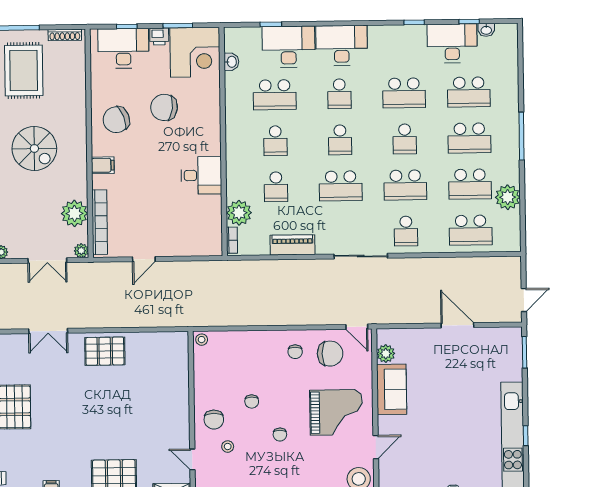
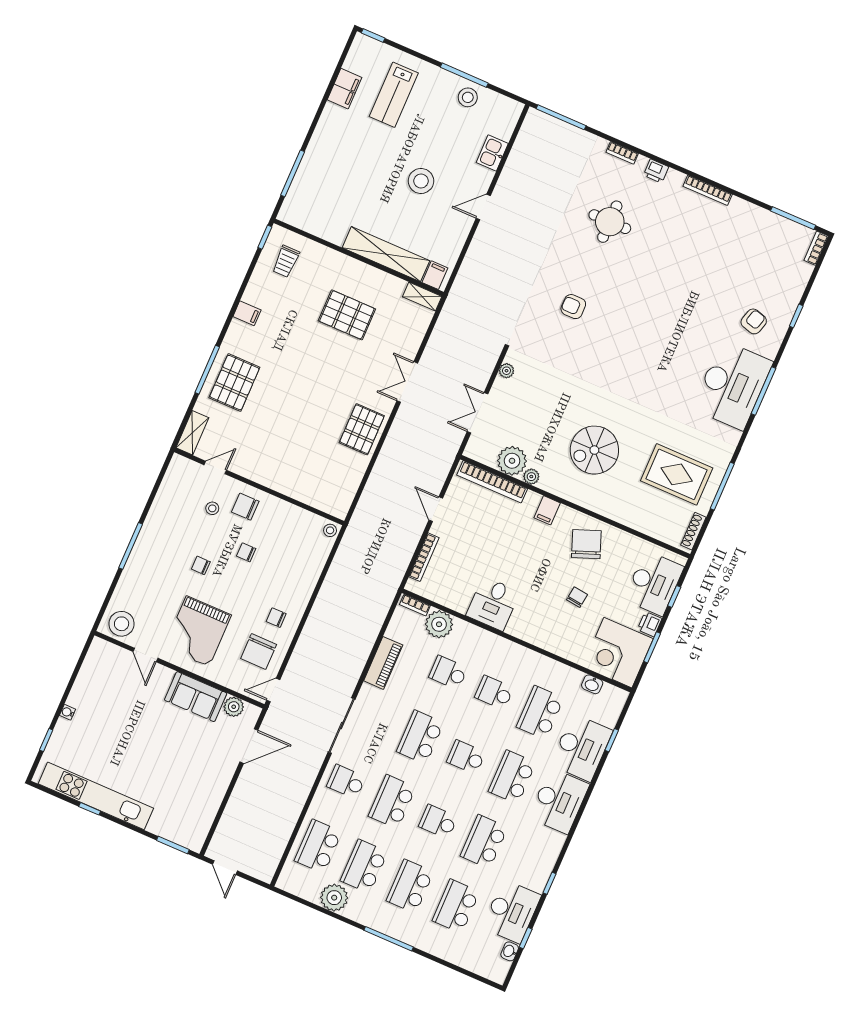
school desk: (339, 94) -> (512, 777), width x1.85
chair: (164, 107) -> (577, 597), width x0.54, depth x0.54
plant: (81, 251) -> (531, 477), moved
bookcase: (189, 251) -> (424, 557), added
door: (457, 325) -> (249, 746), moved

